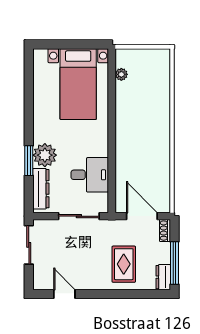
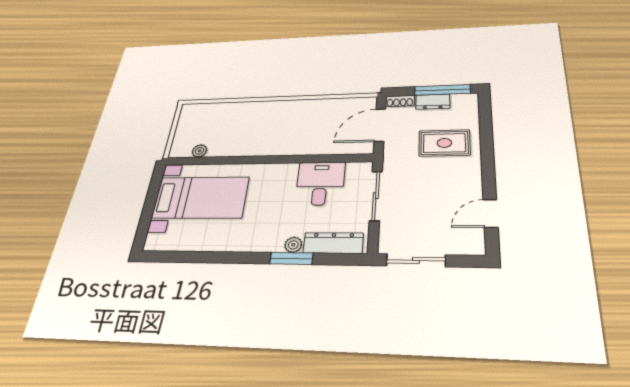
plant: (45, 155) -> (293, 245), width x0.53, depth x0.53
dresser: (163, 277) -> (433, 102), moved

